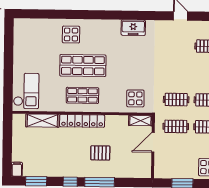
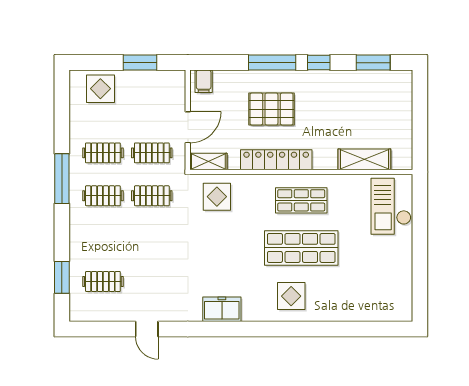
display table: (71, 35) -> (291, 296), moved
locker: (82, 121) -> (276, 160), moved
pallet: (100, 153) -> (271, 109), width x1.50, depth x1.42
filing cabinet: (17, 169) -> (204, 81), moved

